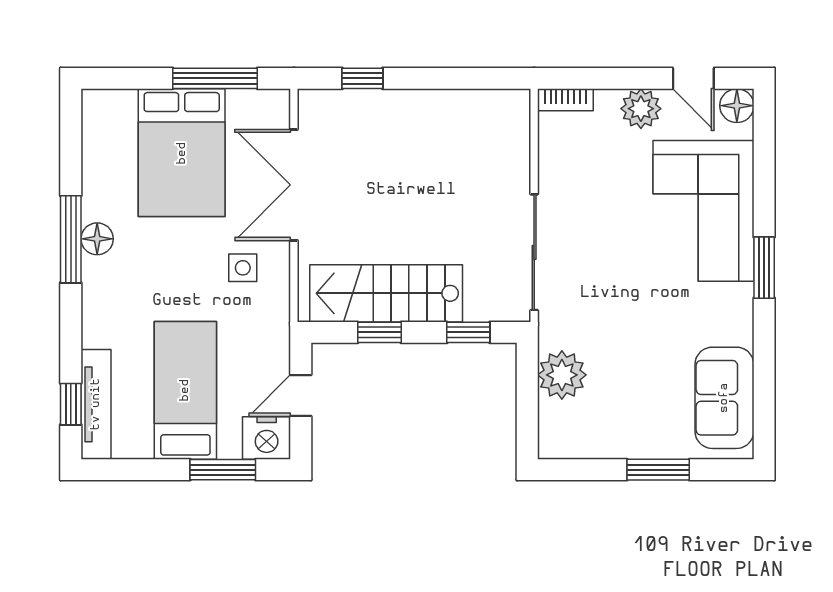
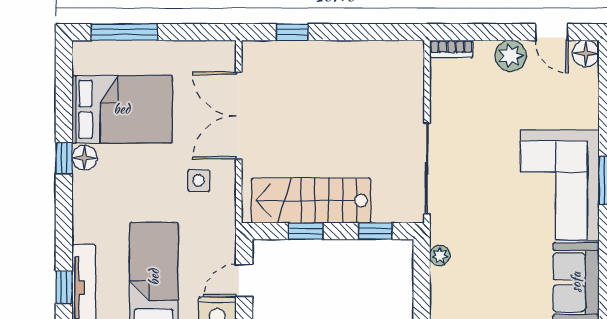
window: (215, 78) -> (124, 32), moved
bed: (182, 153) -> (122, 109), moved, turned -90
corner sofa: (704, 211) -> (560, 185), moved
window: (71, 239) -> (64, 158), width x0.46
plant: (562, 375) -> (440, 256), width x0.53, depth x0.53

